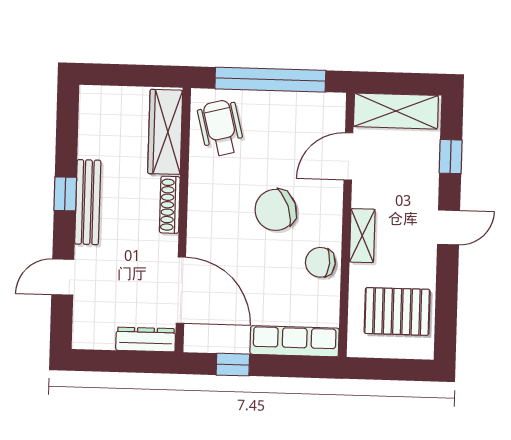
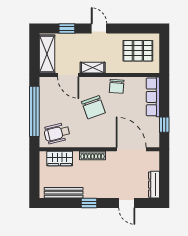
wardrobe: (165, 132) -> (60, 158), width x0.67
bench: (88, 202) -> (64, 193), moved
shelving: (362, 236) -> (93, 68), moved
door: (181, 290) -> (131, 149), hinge flipped
pallet: (397, 311) -> (138, 51), turned 90
dresser: (146, 339) -> (154, 185), moved

